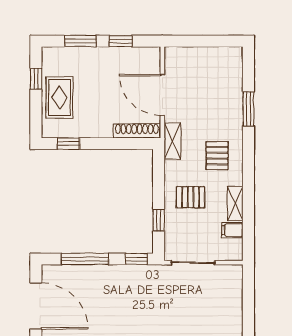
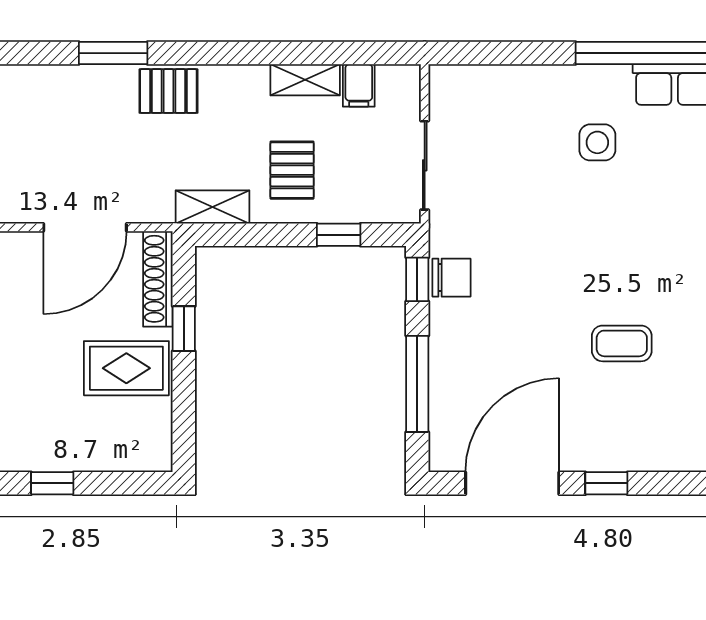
rug: (59, 98) -> (126, 368), moved
shelving: (172, 141) -> (212, 207), moved
window: (68, 144) -> (184, 329), moved
pallet: (217, 156) -> (168, 91), moved
chair: (138, 276) -> (451, 278), added

